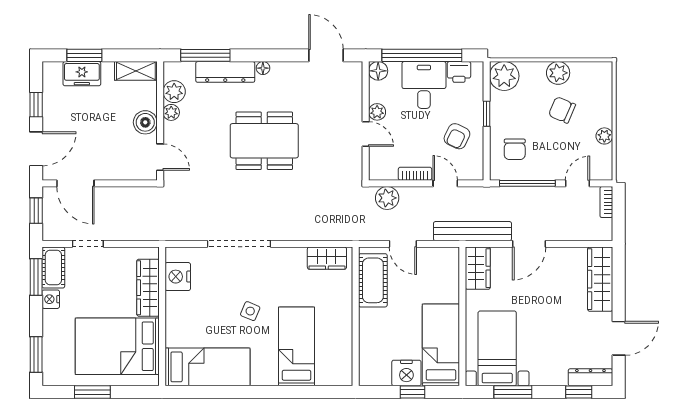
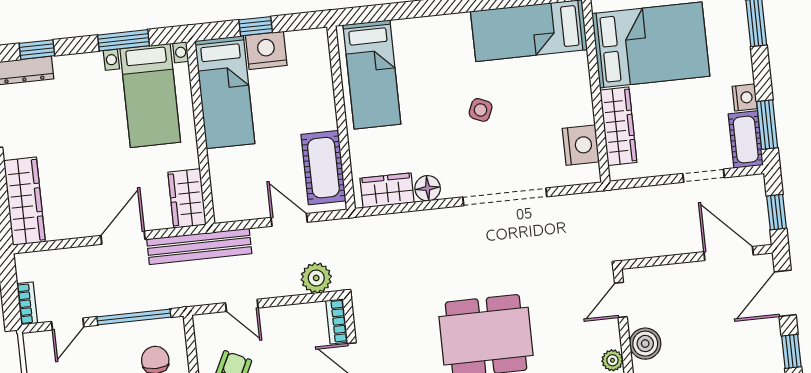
door: (160, 157) -> (621, 300), hinge flipped
bookcase: (415, 174) -> (337, 321), moved, turned 90
floor lamp: (296, 256) -> (428, 188), added
bed: (297, 346) -> (372, 75), moved

